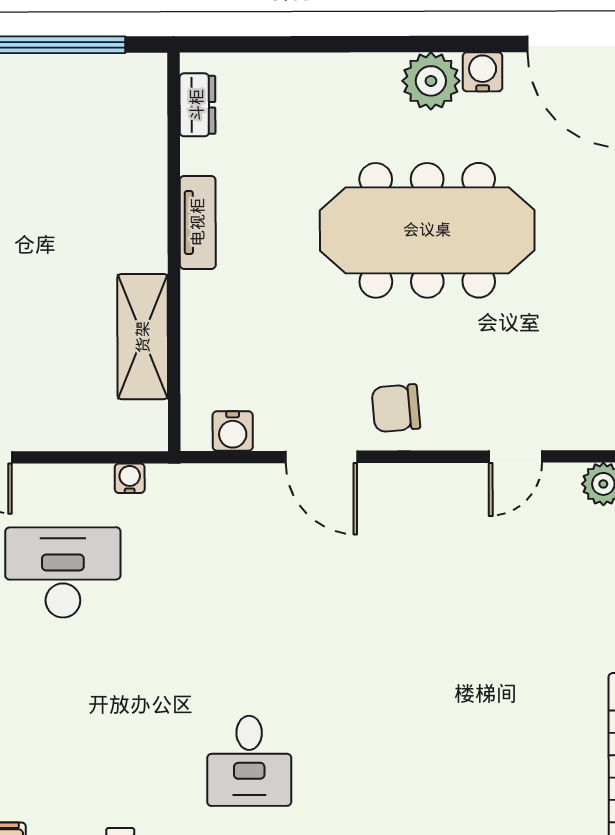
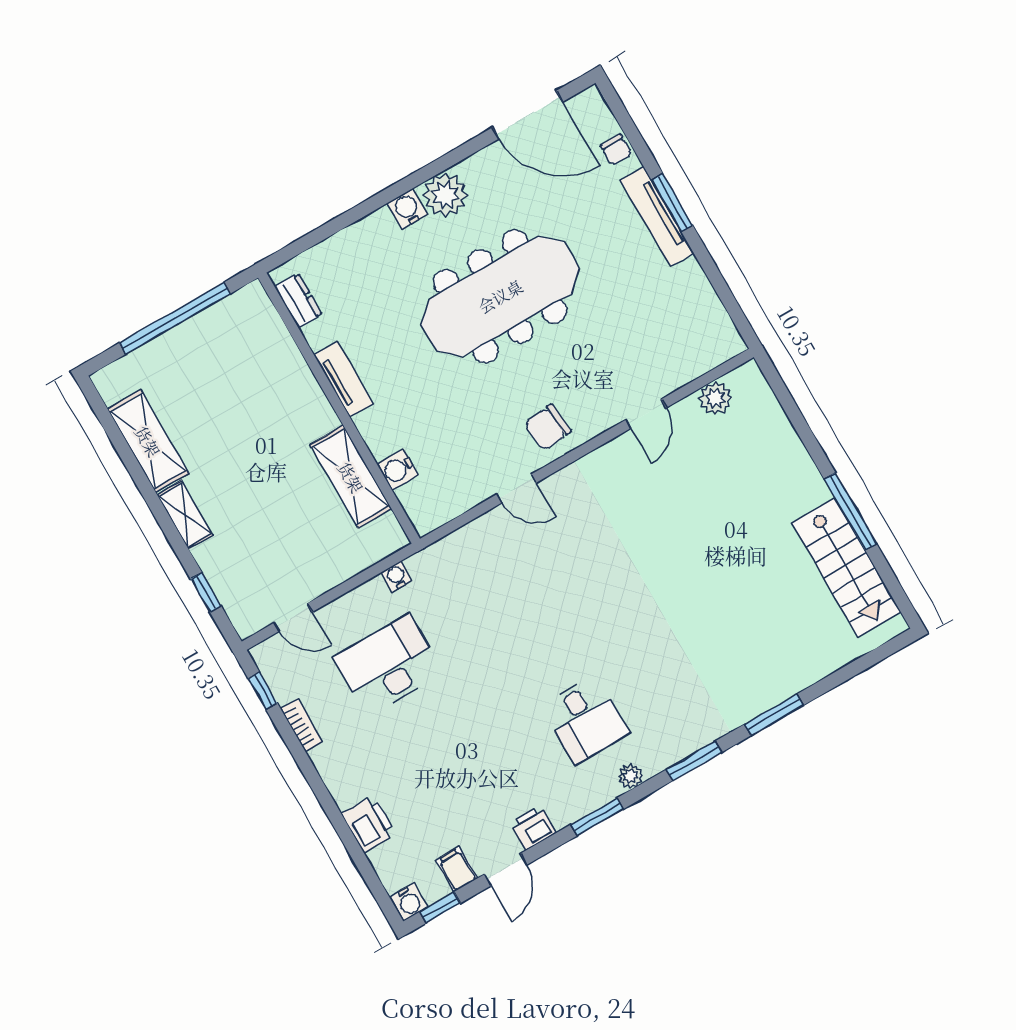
water cooler: (483, 72) -> (407, 209), moved
water cooler: (233, 431) -> (398, 469), moved, turned 90
door: (321, 457) -> (517, 489), width x0.73

